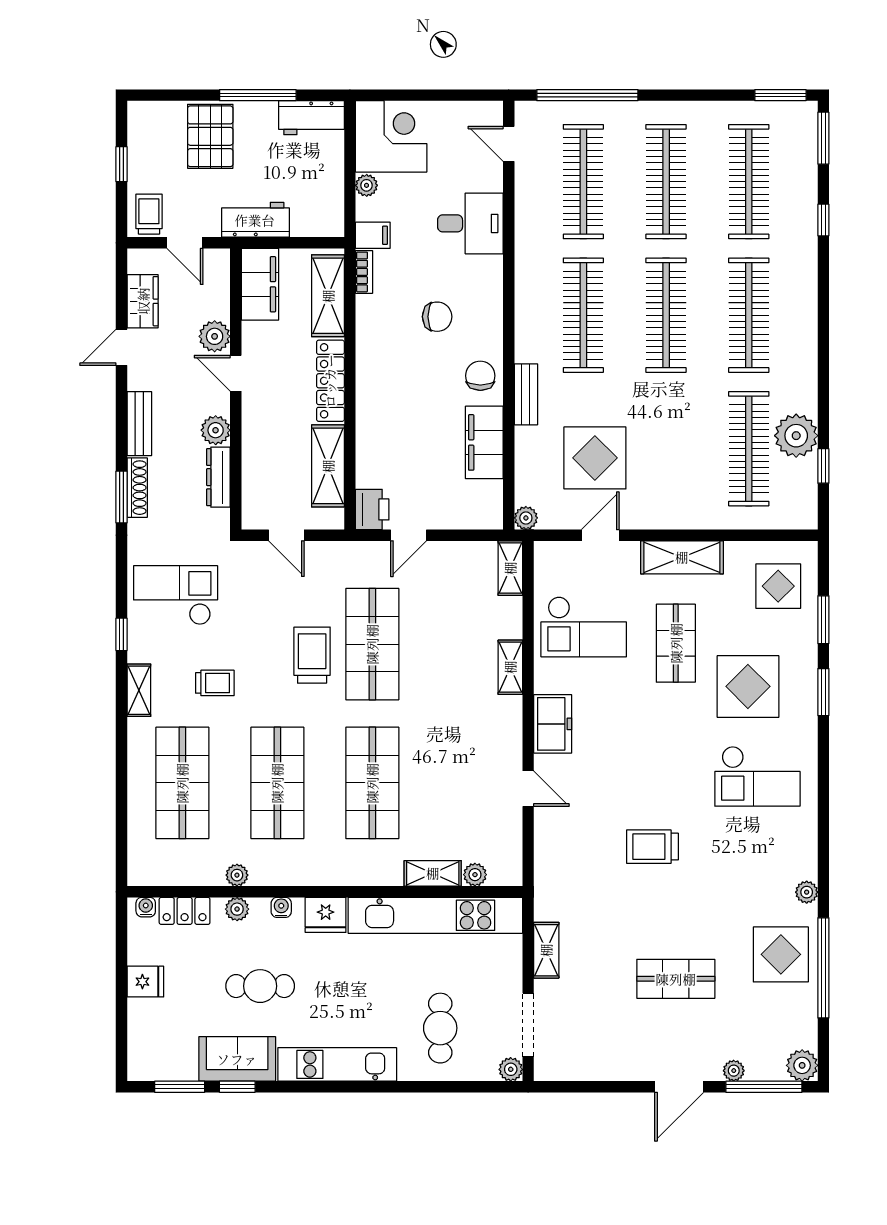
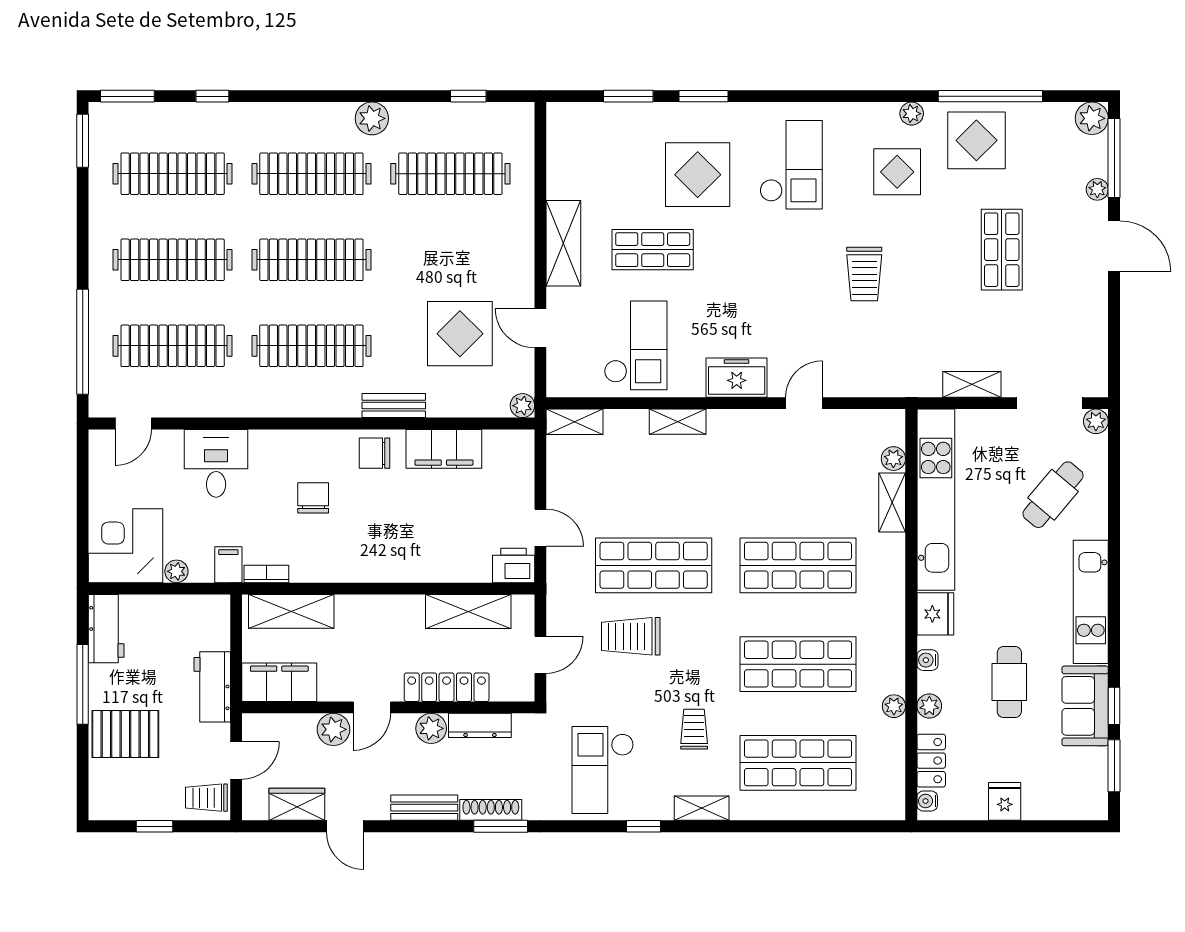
locker: (330, 381) -> (447, 687), moved, turned 180
plant: (796, 436) -> (372, 118), moved, width x0.73, depth x0.73
display table: (778, 586) -> (897, 172), moved
trolley: (312, 655) -> (631, 636), moved
cafe table: (440, 1028) -> (1053, 495), turned -50

